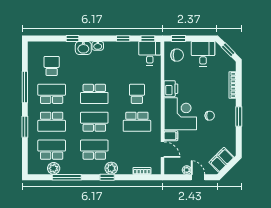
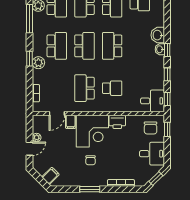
window: (73, 38) -> (167, 50), moved
filing cabinet: (221, 160) -> (51, 176), width x0.50

